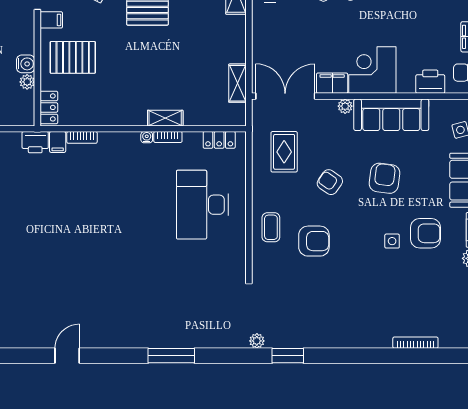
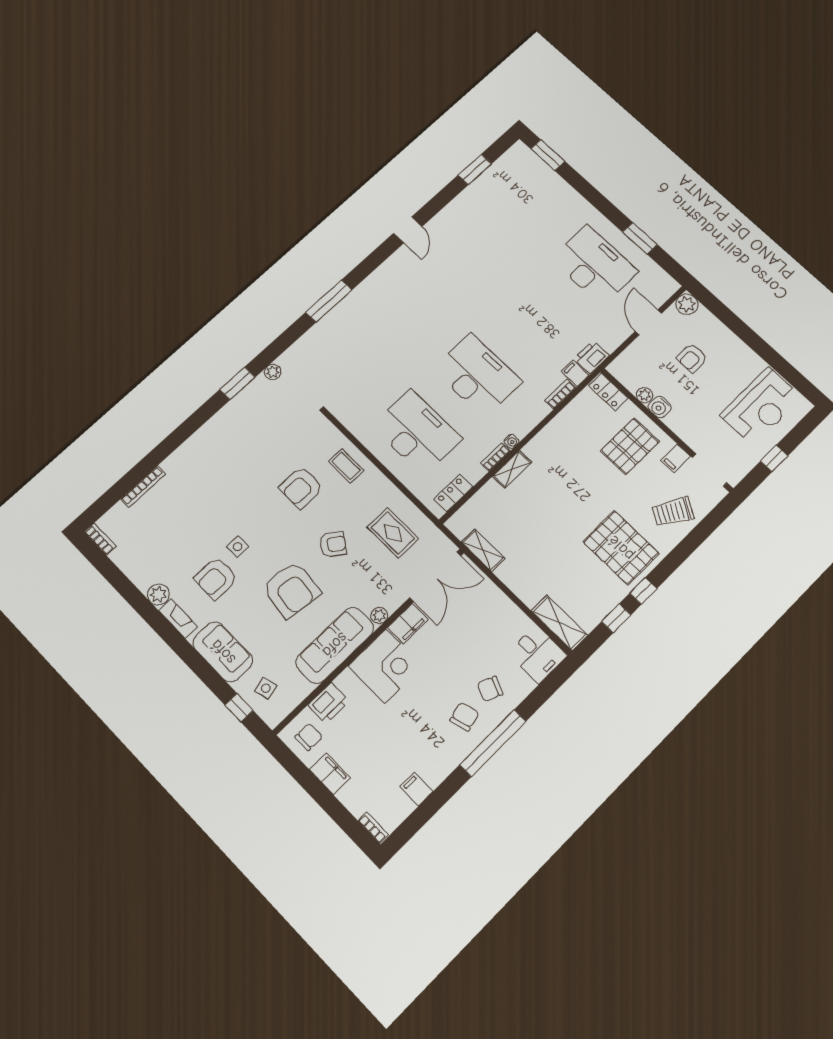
armchair: (385, 178) -> (291, 590), width x1.36, depth x1.36
desk: (124, 205) -> (477, 375), added

